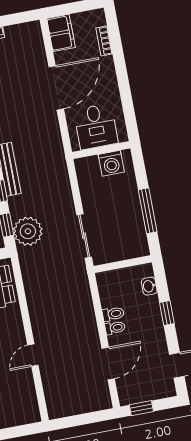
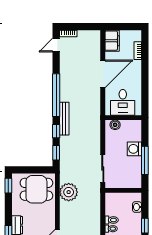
washing machine: (111, 163) -> (134, 149), moved, turned 90
boiler: (91, 164) -> (115, 125), added
plant: (28, 231) -> (69, 192), moved

